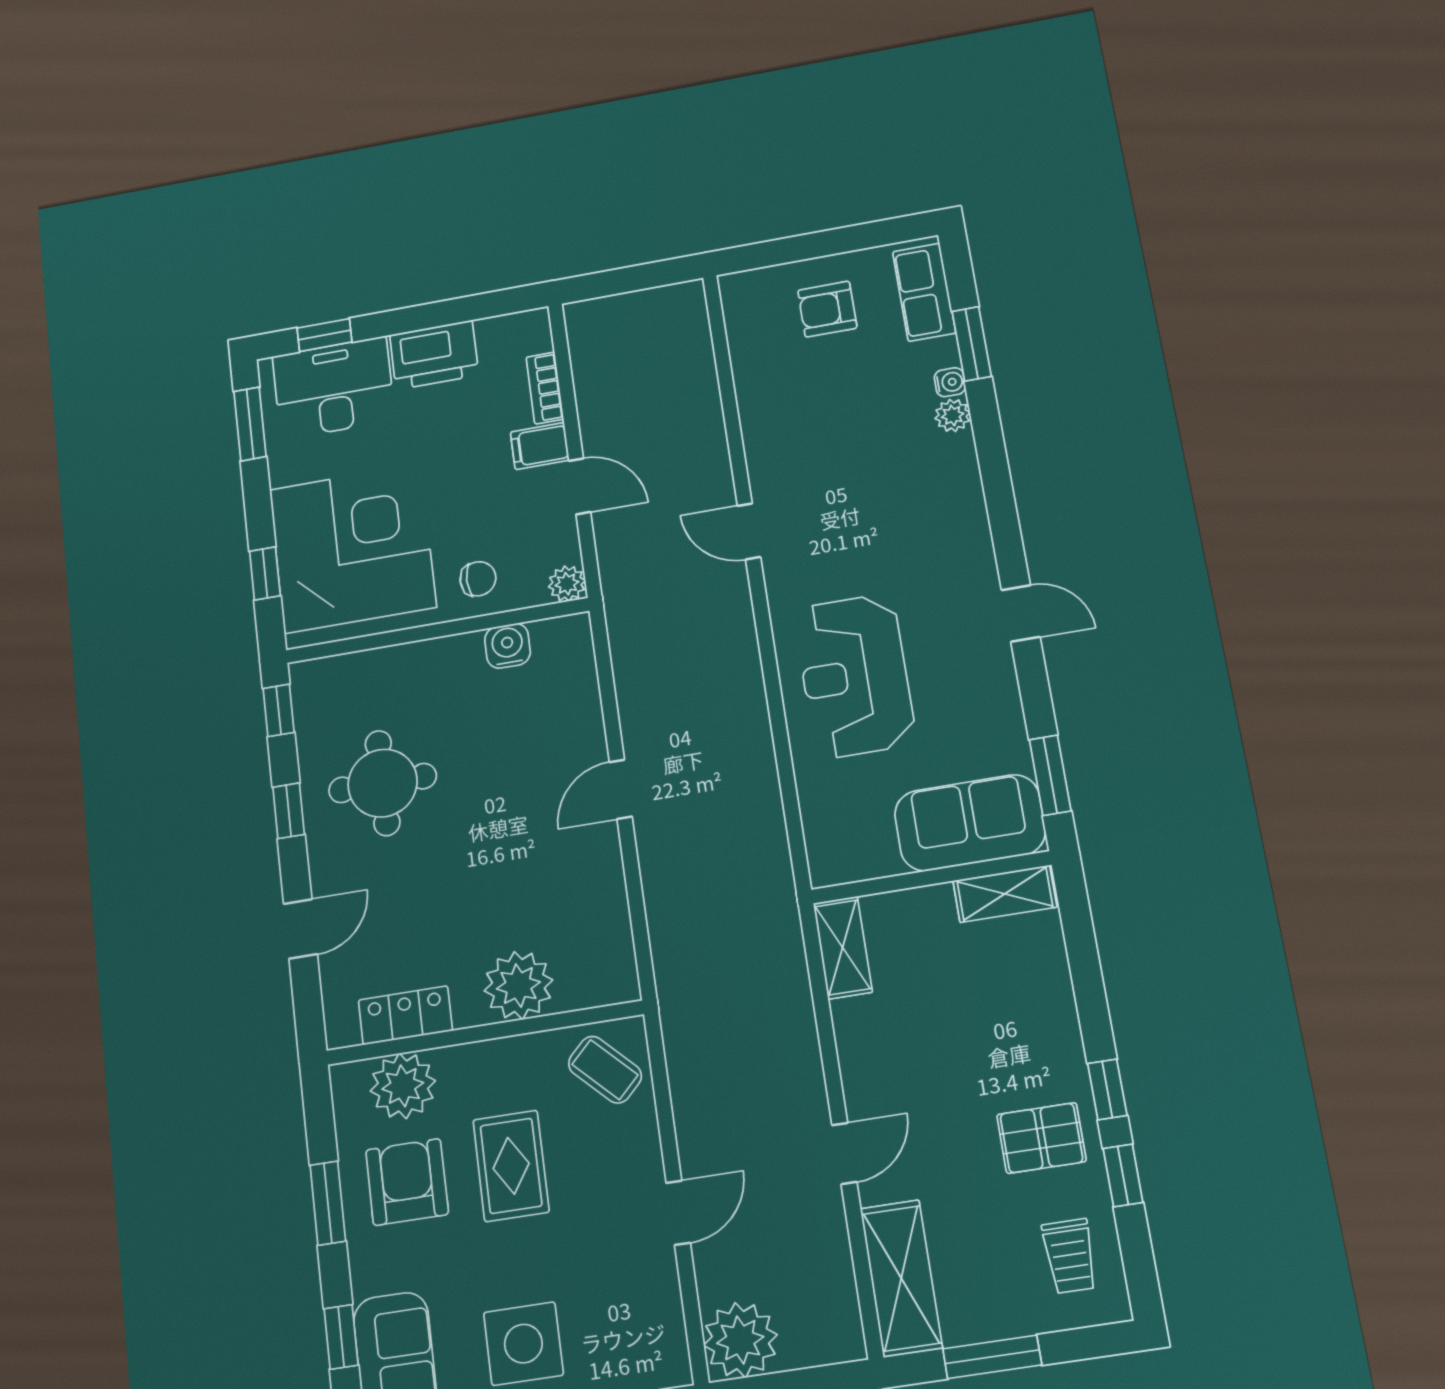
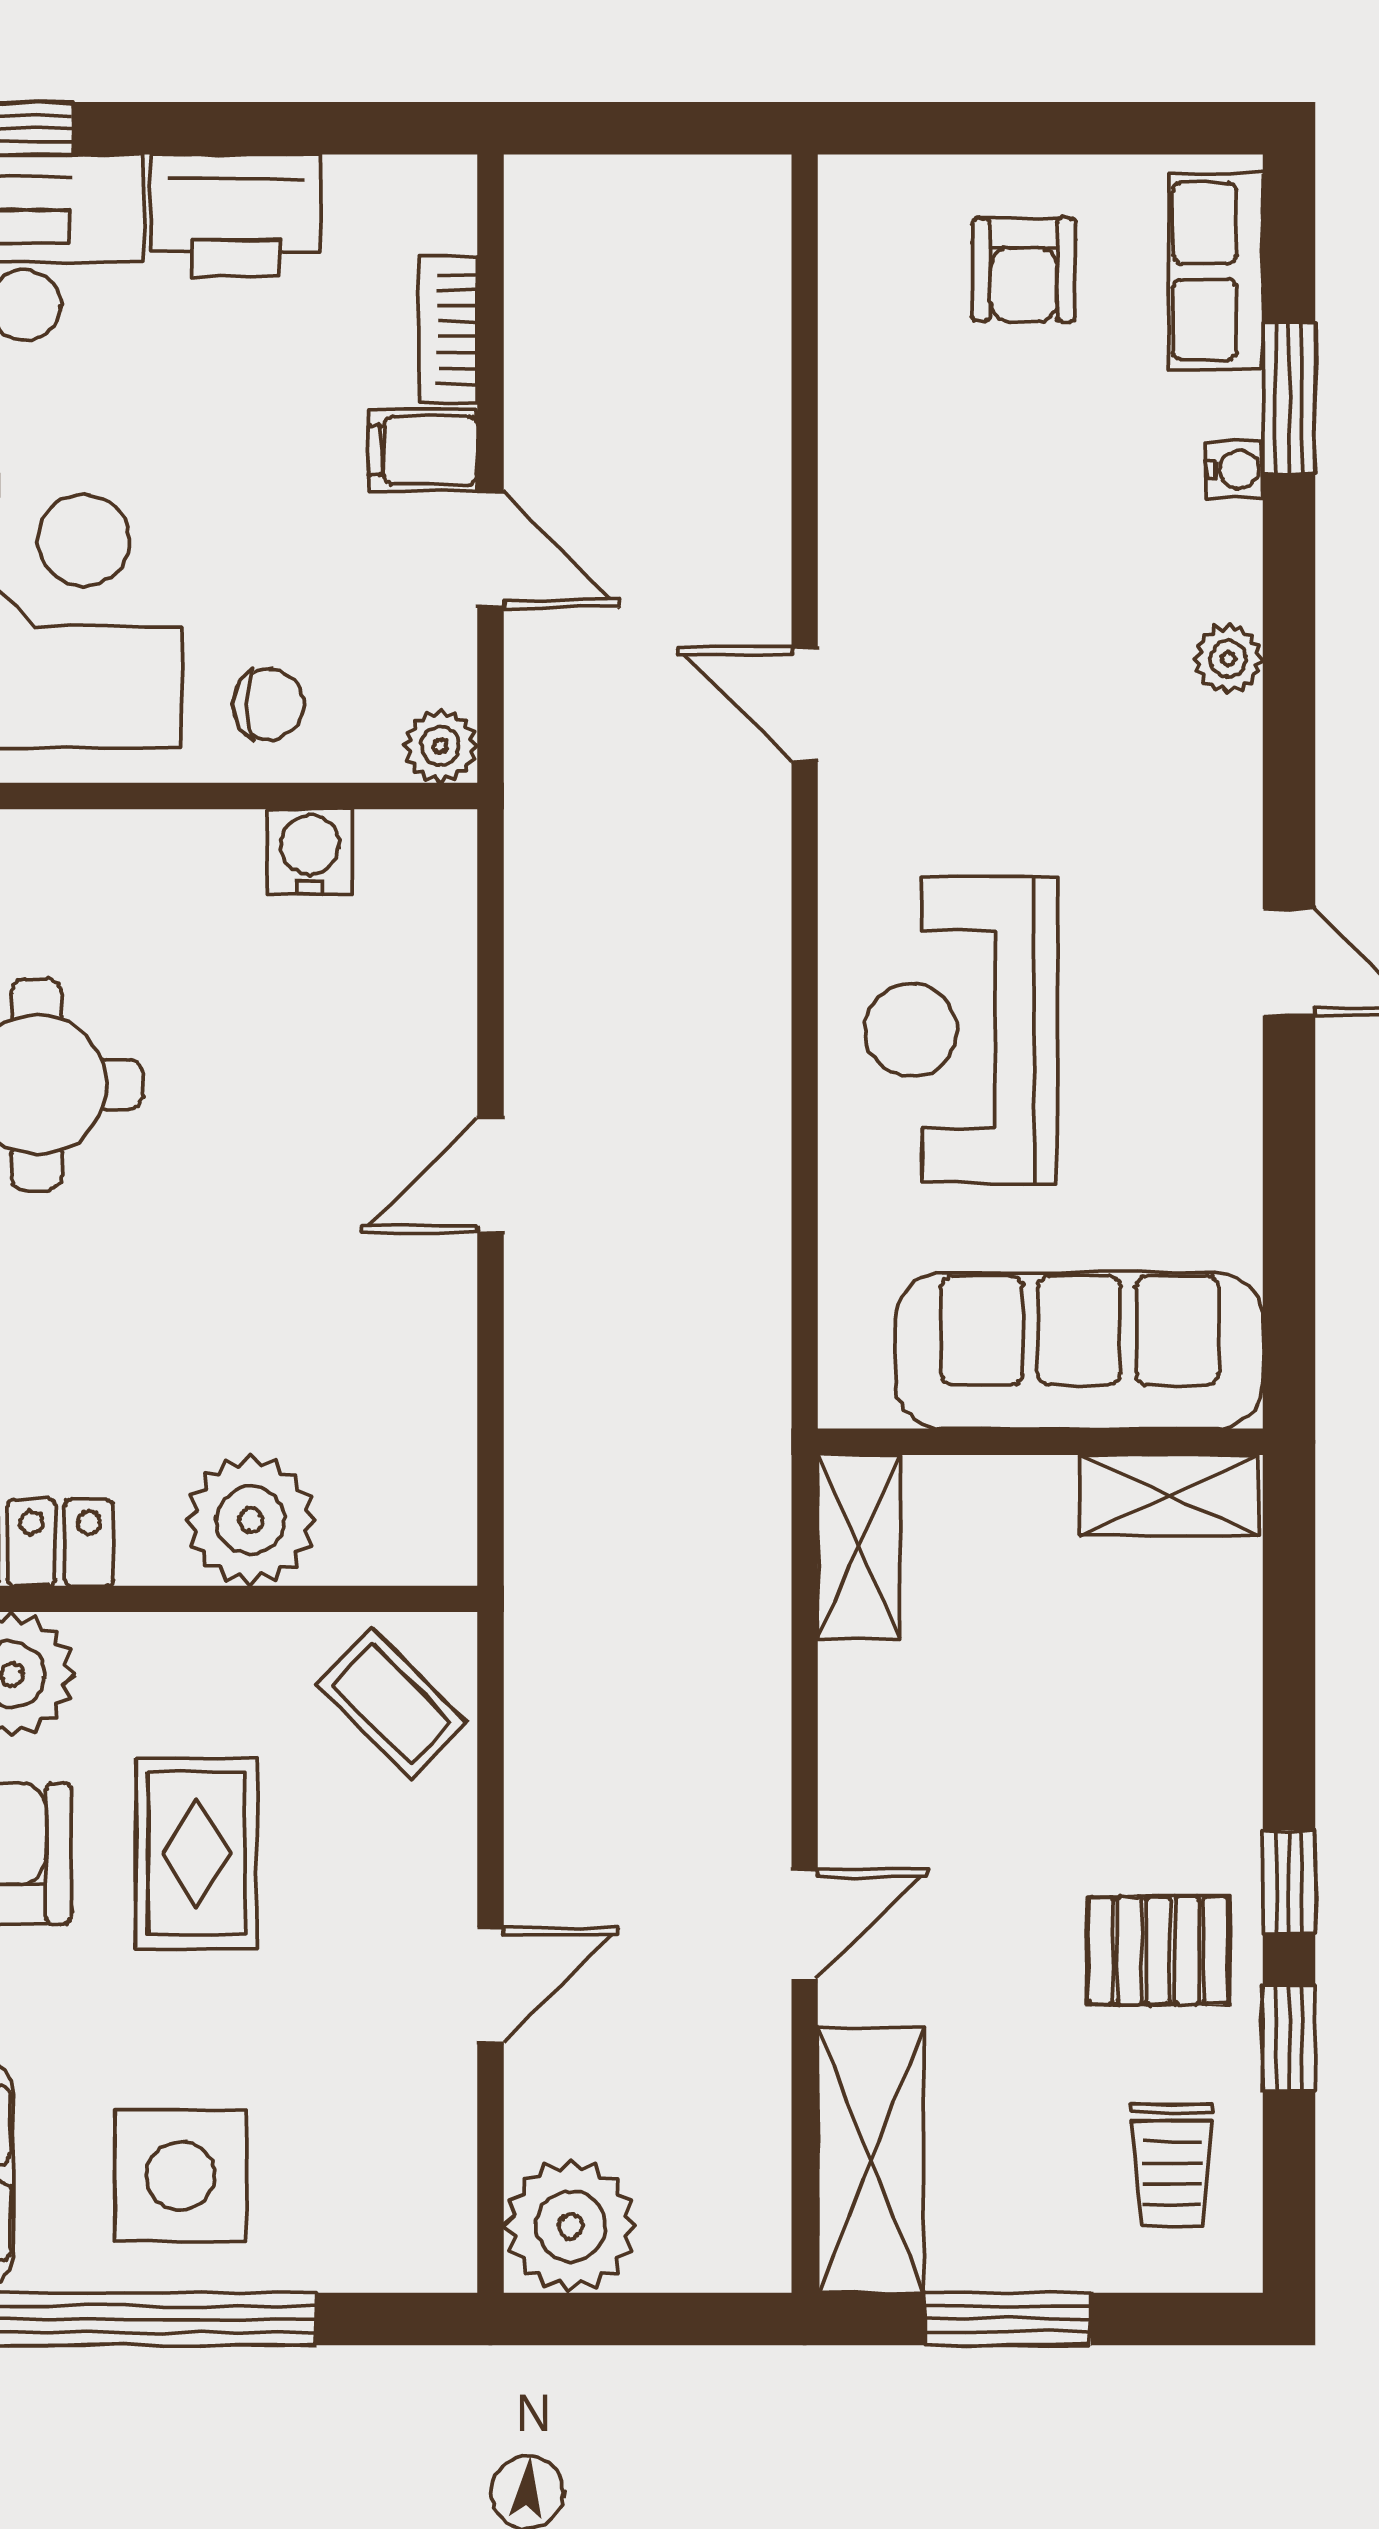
armchair: (827, 309) -> (1024, 270), turned -90
plant: (953, 415) -> (1228, 659), moved
window: (1050, 775) -> (1289, 1285), removed
sofa: (970, 823) -> (1079, 1351), width x1.36

